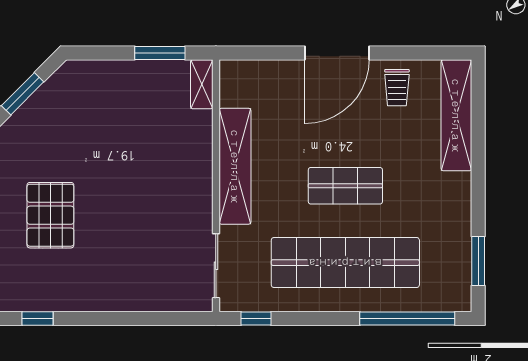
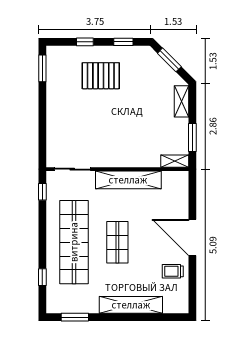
shelving: (96, 72) -> (182, 101), added
shelving: (456, 115) -> (131, 305), moved
window: (37, 319) -> (42, 68), width x1.50
window: (407, 319) -> (42, 277), width x0.32

